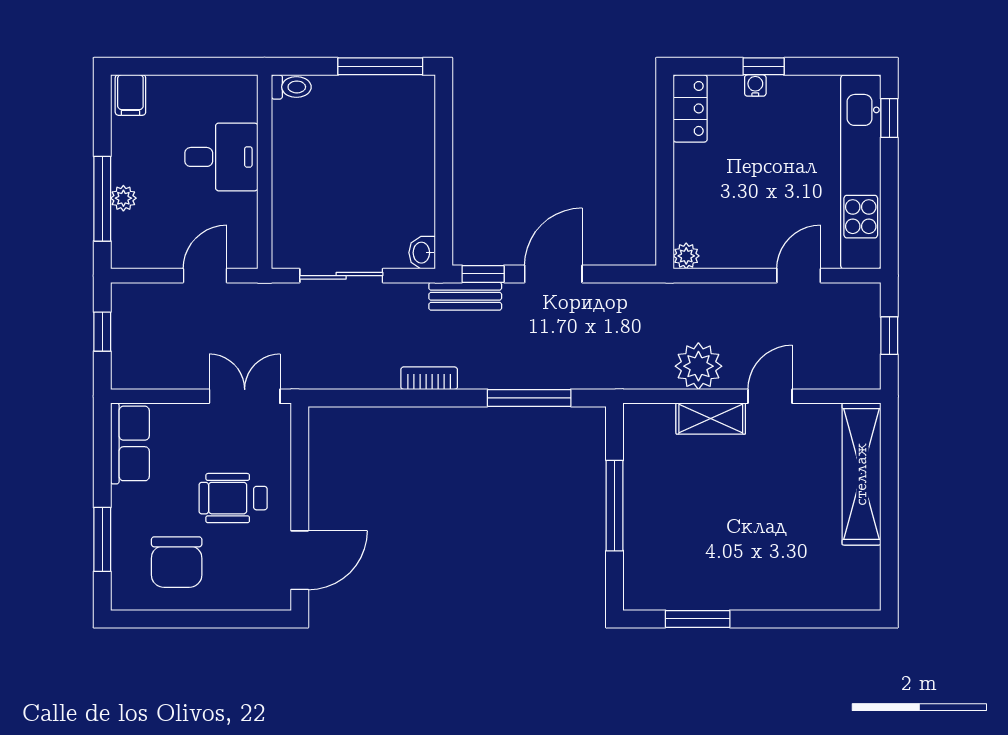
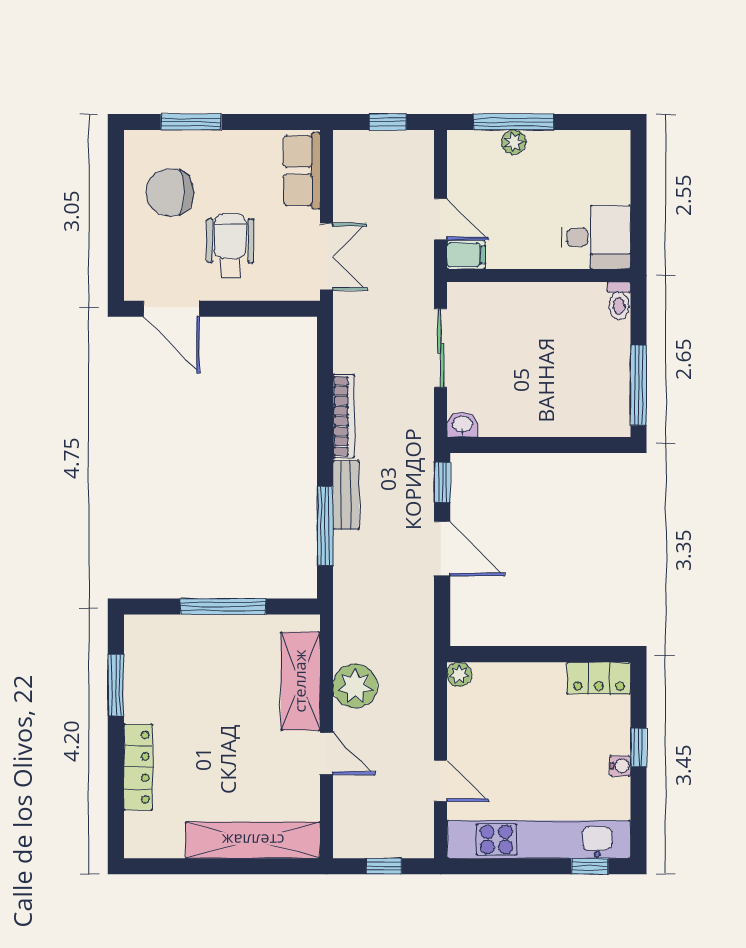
water cooler: (755, 85) -> (620, 766), moved
filing cabinet: (130, 95) -> (466, 255), moved, turned 180
desk: (221, 157) -> (596, 237), moved, turned -90
bench: (465, 296) -> (346, 495), moved
bookcase: (429, 378) -> (344, 416), width x1.56
shelving: (711, 419) -> (300, 681), width x1.50, depth x1.33
row of seats: (130, 443) -> (302, 171), moved, turned 90
locker: (784, 595) -> (138, 767), added

